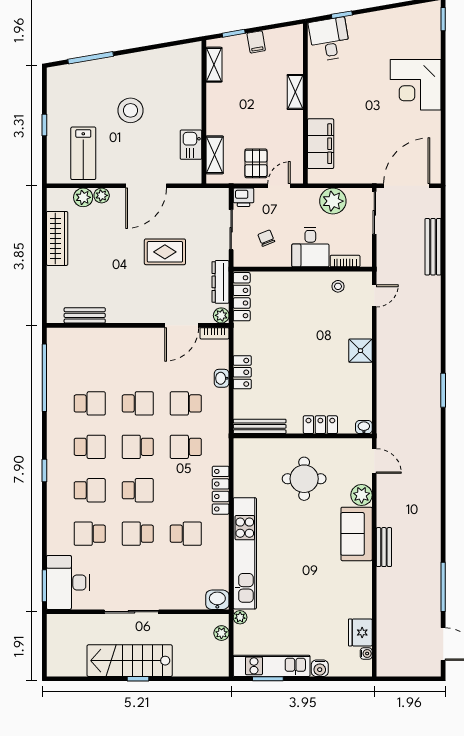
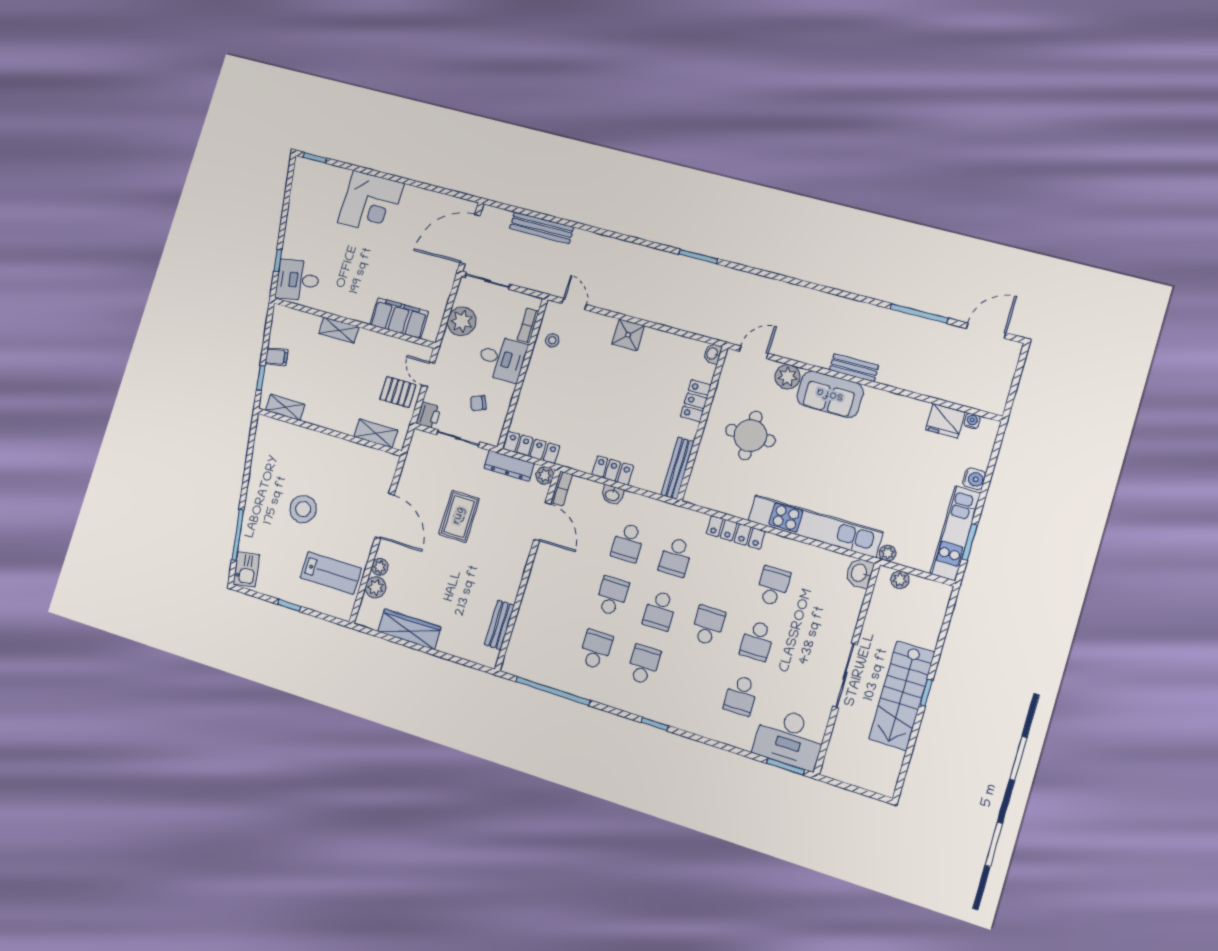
kitchen sink: (191, 145) -> (246, 569), moved, turned -100
door: (407, 186) -> (470, 239), hinge flipped
school desk: (90, 490) -> (692, 680), removed

